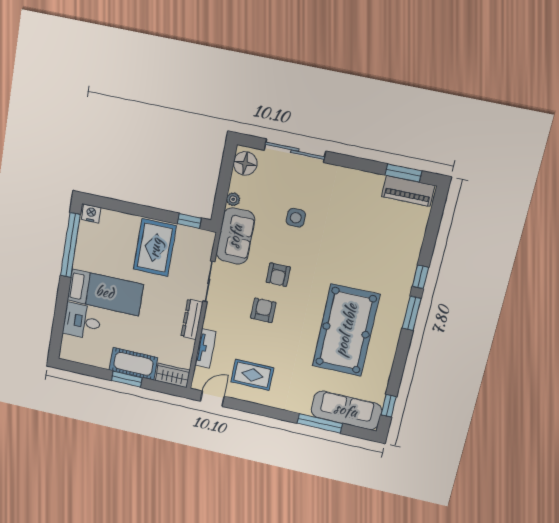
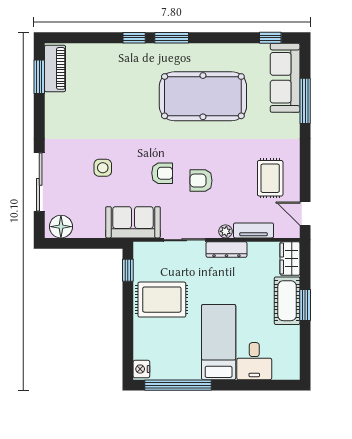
plant: (233, 199) -> (226, 231), moved

